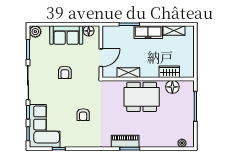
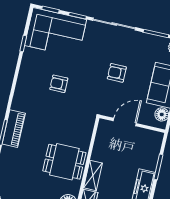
door: (101, 58) -> (125, 122), swing flipped
shelving: (128, 73) -> (93, 175), moved
dining table: (142, 97) -> (64, 162), width x0.73

